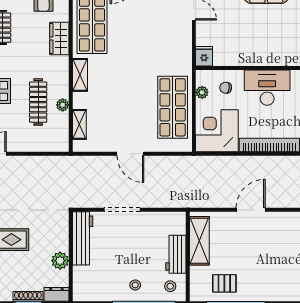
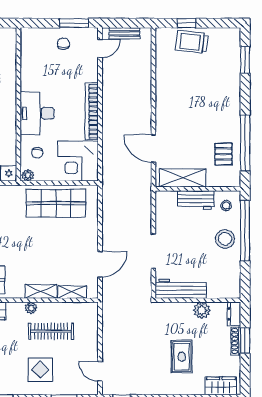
shelving: (80, 75) -> (41, 291), moved
plant: (202, 92) -> (28, 175), moved
plant: (63, 105) -> (31, 308), moved
door: (130, 154) -> (100, 264), moved
door: (251, 210) -> (153, 148), moved
stool: (135, 285) -> (225, 239), width x1.89, depth x1.89

